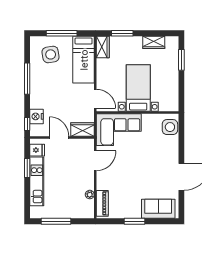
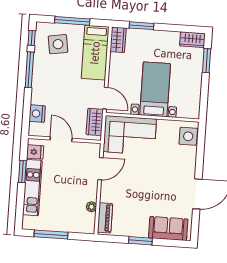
wardrobe: (154, 42) -> (192, 40), moved
window: (27, 124) -> (32, 38), moved
wardrobe: (82, 129) -> (95, 122), moved, turned -90

